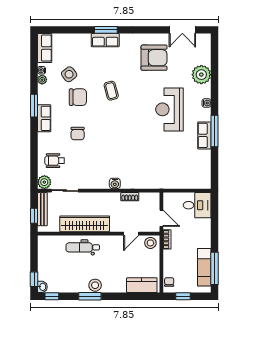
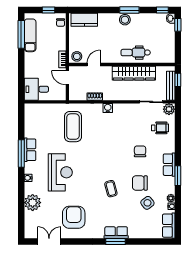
armchair: (154, 58) -> (74, 217), turned 90
coffee table: (155, 162) -> (73, 127), added
dental chair: (83, 247) -> (136, 53), turned 180

